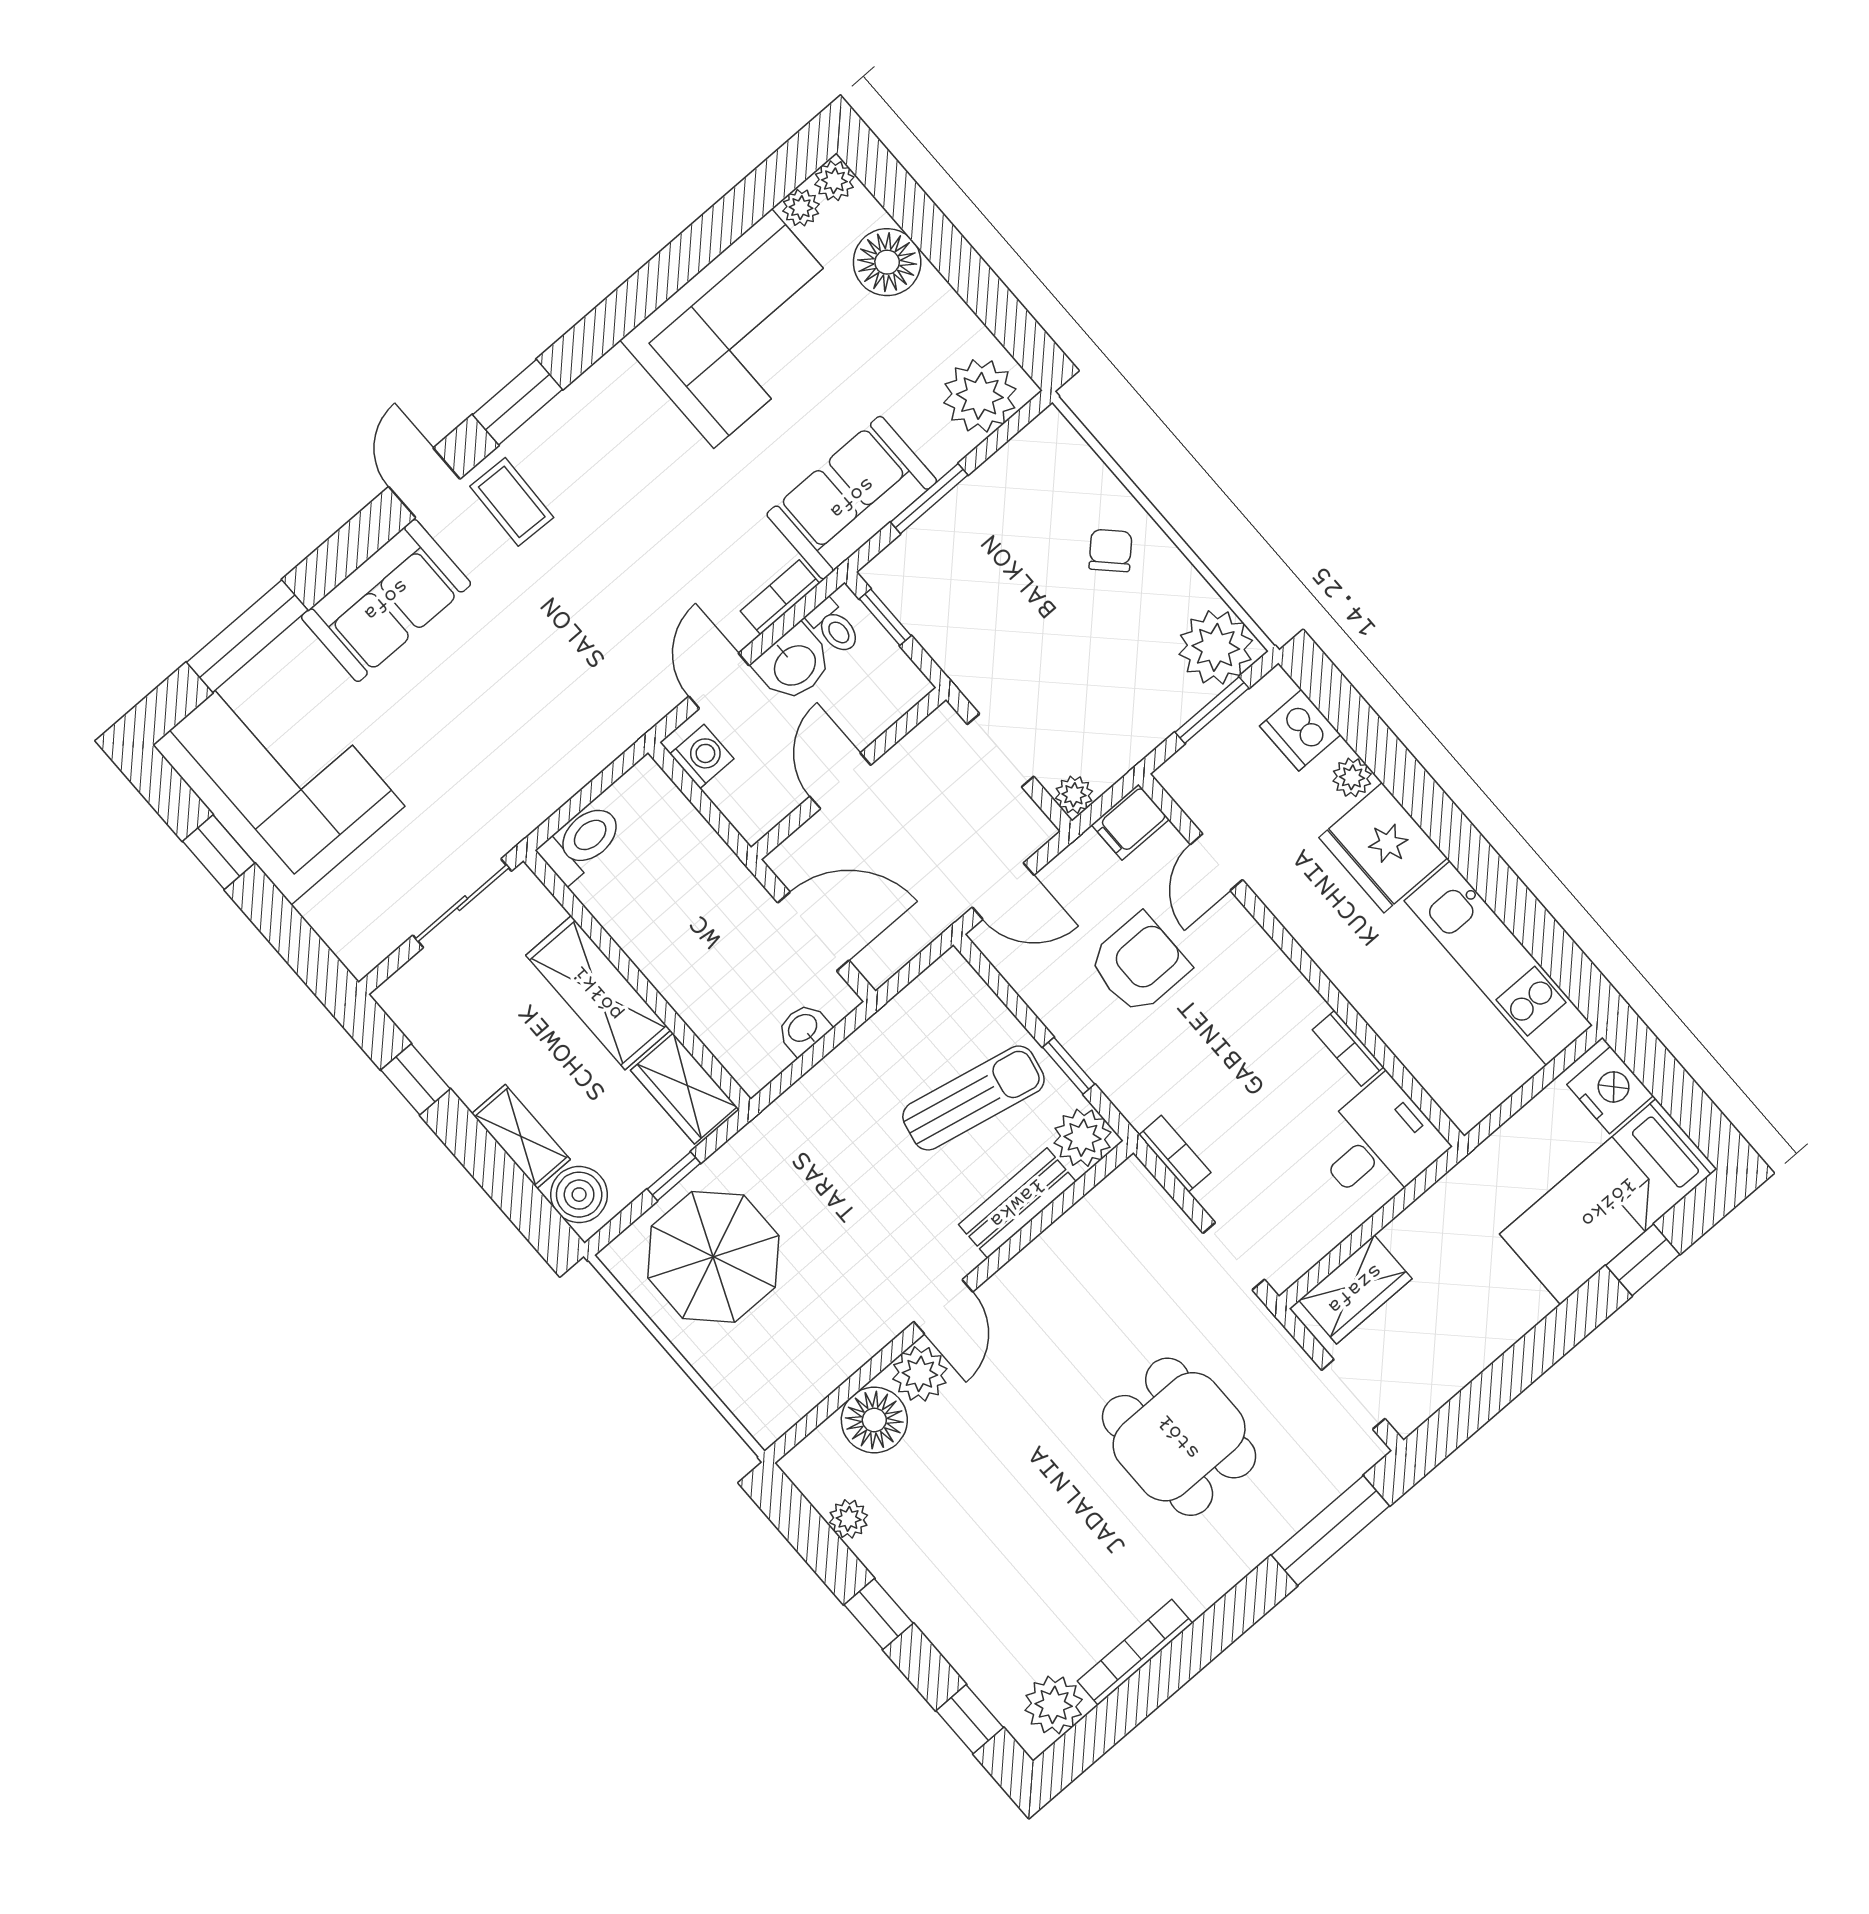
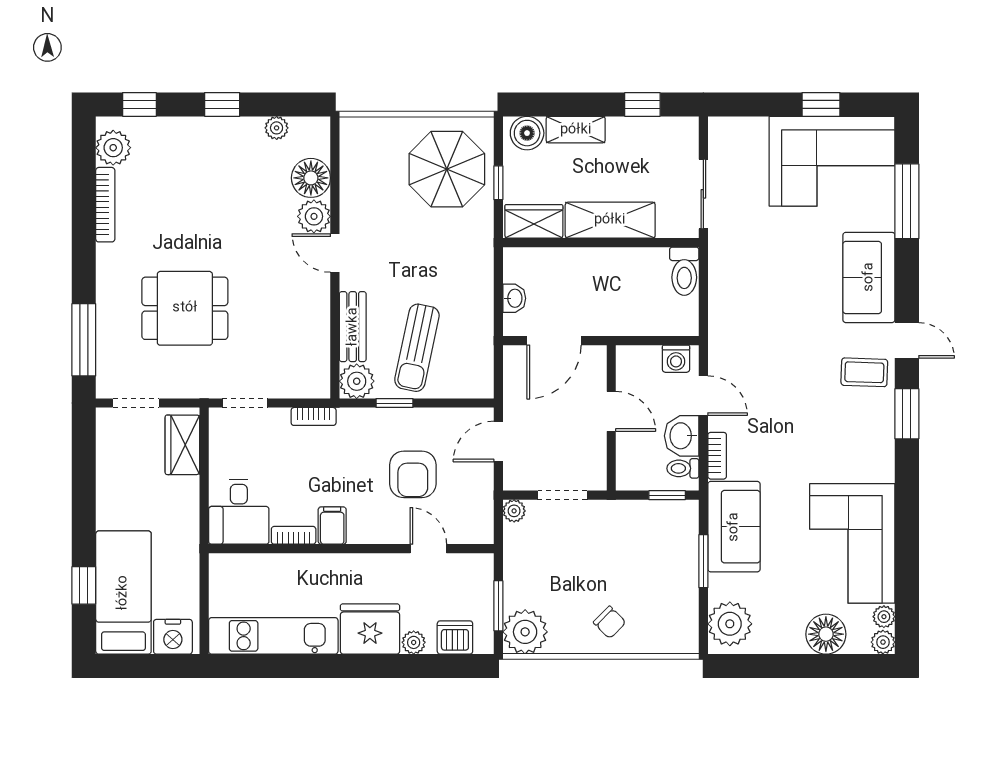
filing cabinet: (1130, 822) -> (332, 526), moved

